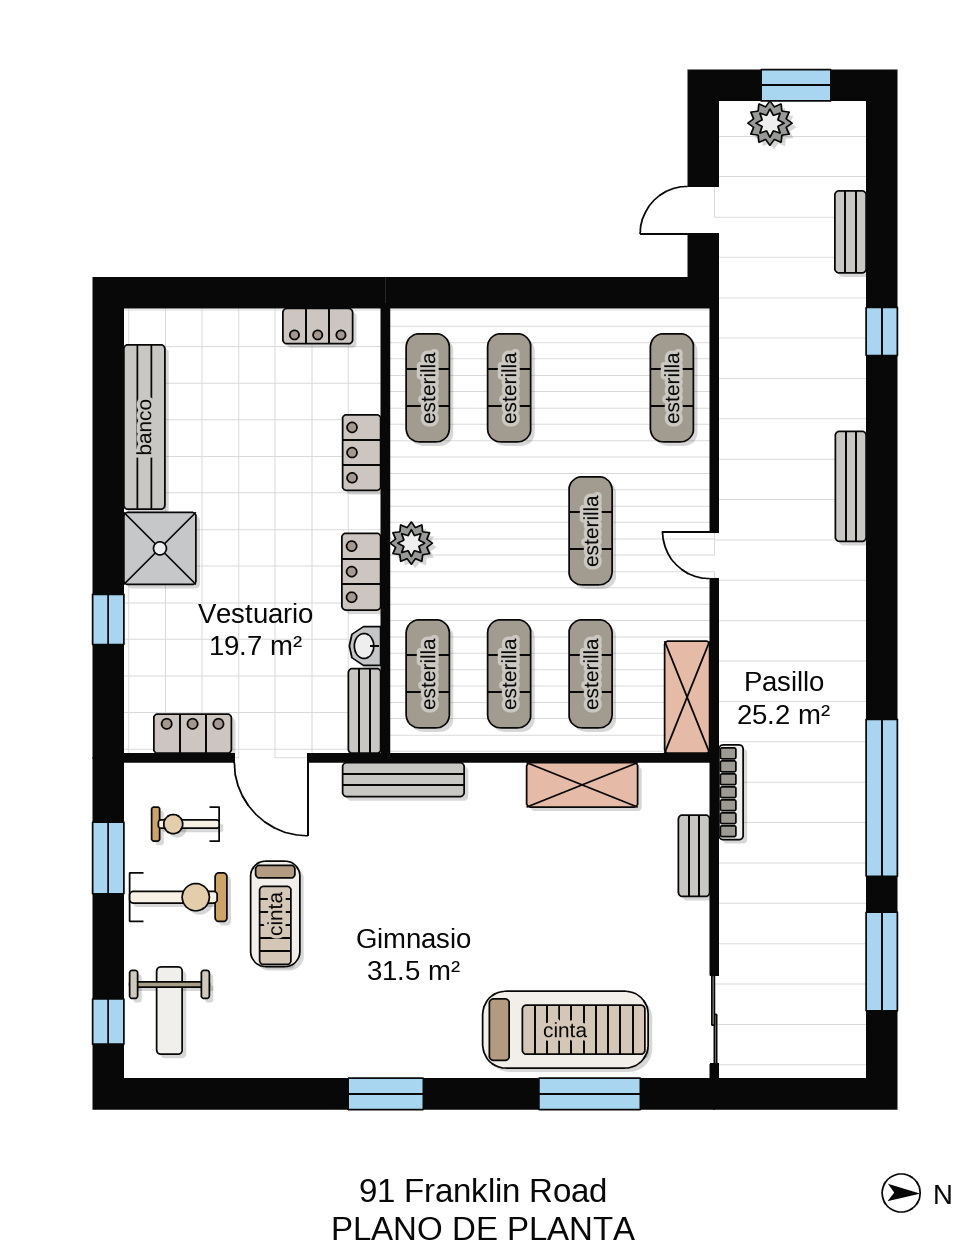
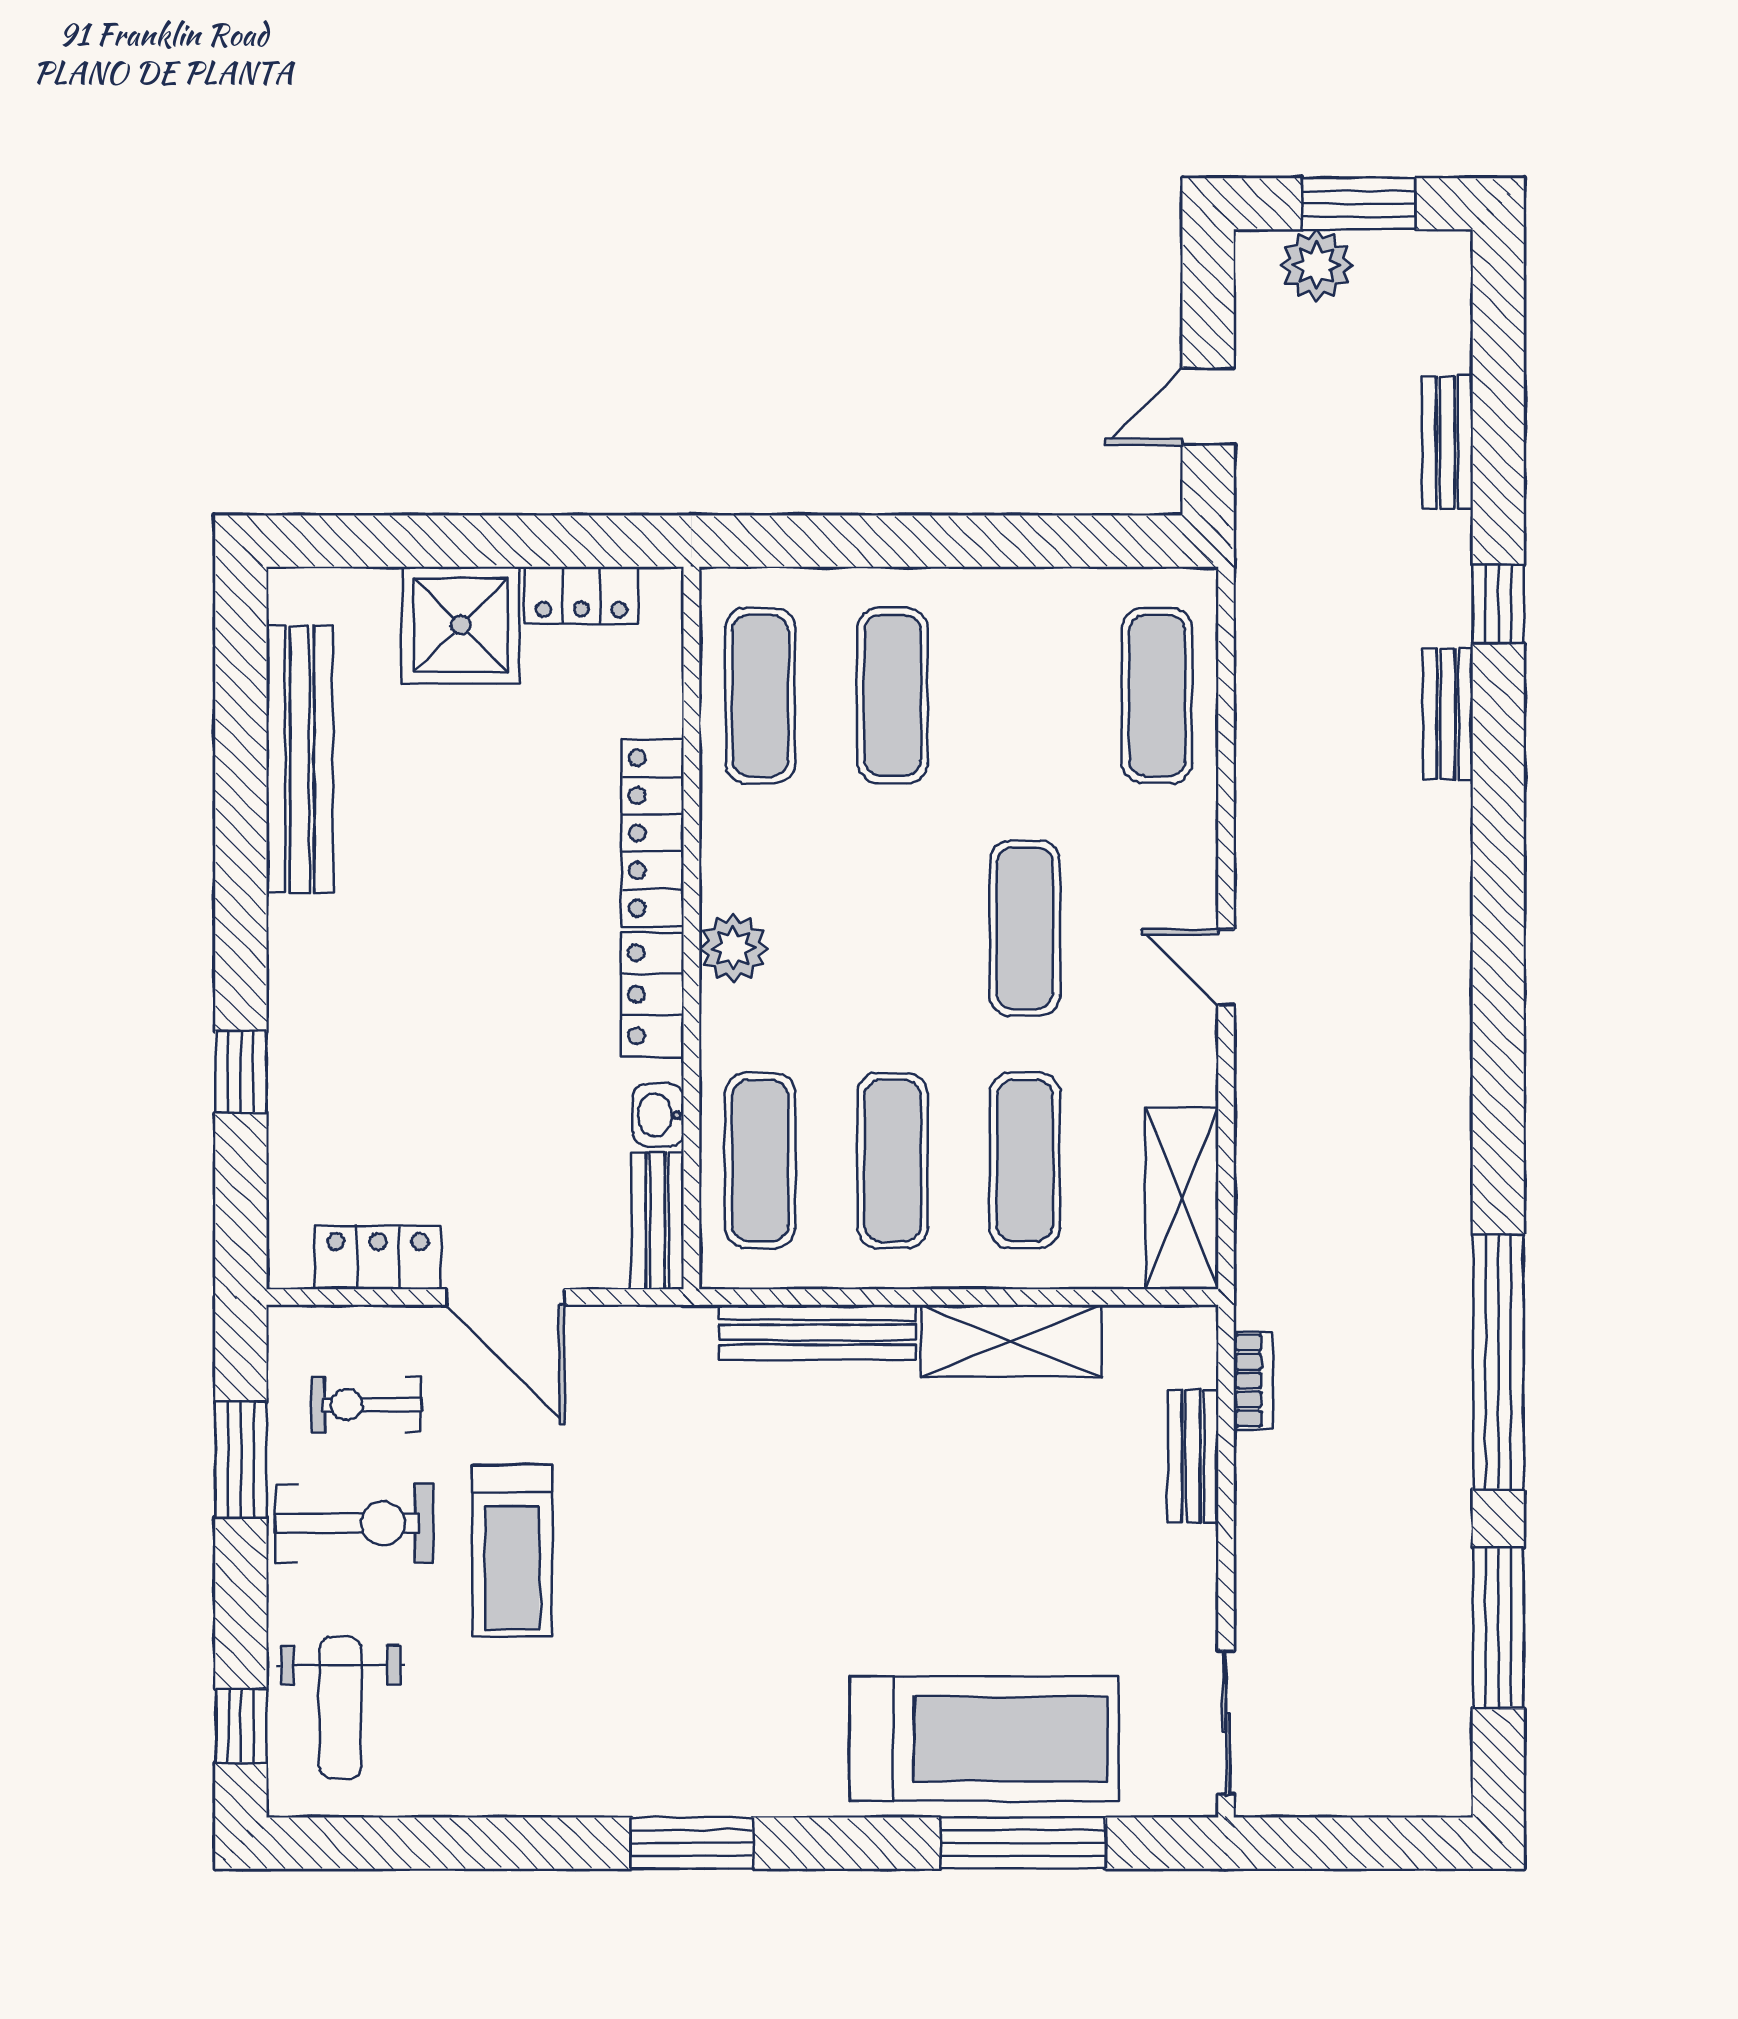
locker: (362, 453) -> (653, 833), width x1.53
bench: (851, 486) -> (1448, 714), moved, width x0.73
shower: (160, 548) -> (461, 625), moved
bench: (403, 780) -> (817, 1332), moved
bookcase: (731, 792) -> (1253, 1381), width x0.64

